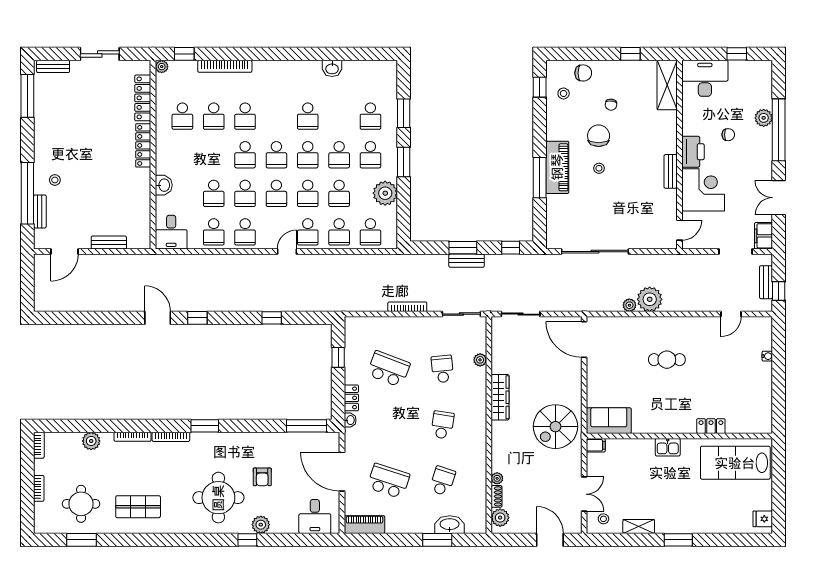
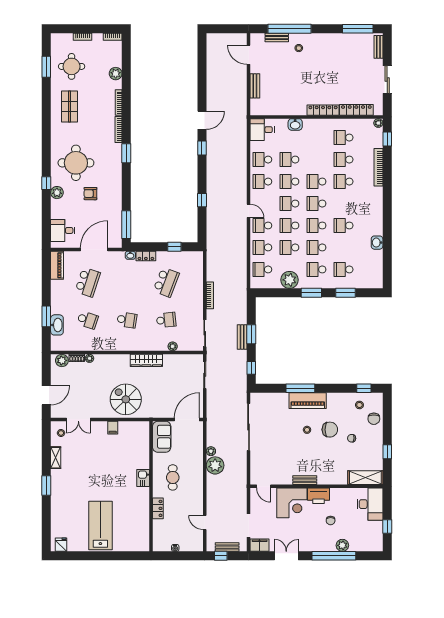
sofa: (609, 421) -> (162, 437), moved
locker: (711, 426) -> (158, 508), moved
wall: (679, 436) -> (151, 486), moved
kitchen sink: (668, 447) -> (143, 478), moved

